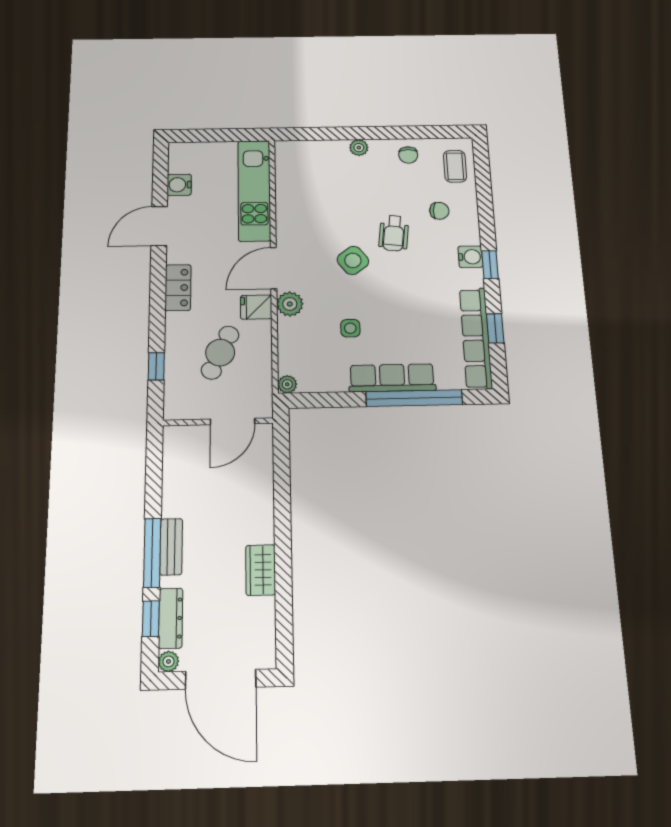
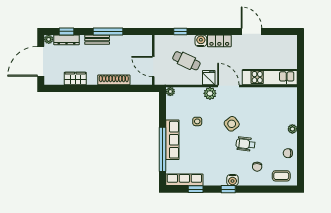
water cooler: (179, 185) -> (201, 41), moved
row of seats: (476, 338) -> (184, 180), width x0.73
shoe rack: (263, 507) -> (114, 80), added
window: (152, 553) -> (108, 31), moved
wardrobe: (261, 570) -> (75, 79), moved

